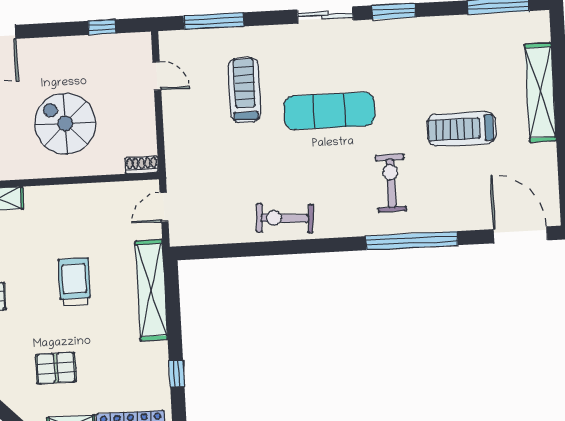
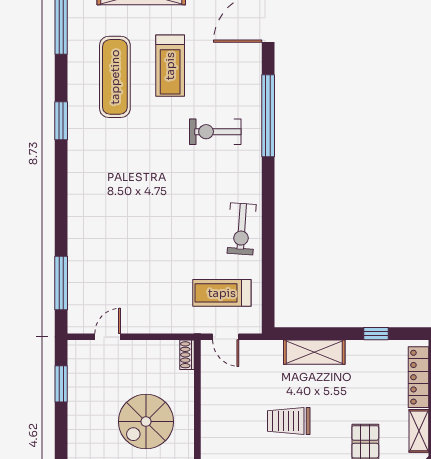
sliding door: (325, 15) -> (61, 183), removed
window: (102, 27) -> (61, 384), width x1.50
treadmill: (245, 90) -> (222, 293), moved
exercise mat: (329, 111) -> (115, 77), moved
shelving: (151, 290) -> (314, 352), width x0.68

